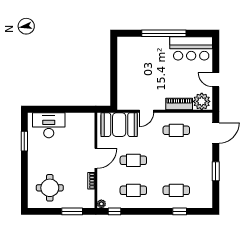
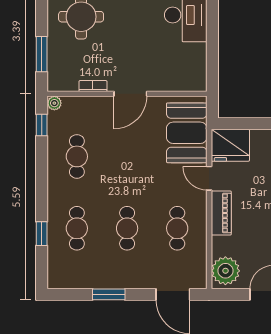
fridge: (127, 99) -> (230, 145), added
piano: (179, 104) -> (221, 213), moved
door: (96, 158) -> (130, 94), hinge flipped
cafe table: (133, 160) -> (127, 228), moved

